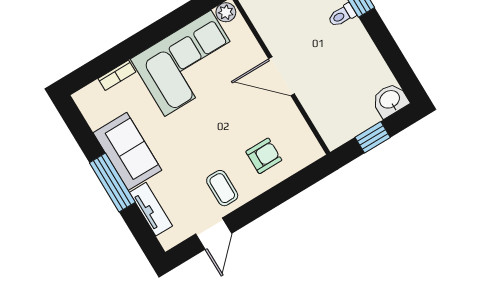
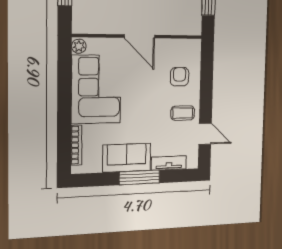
bookcase: (117, 75) -> (76, 145), width x1.56
door: (281, 76) -> (140, 36), hinge flipped

